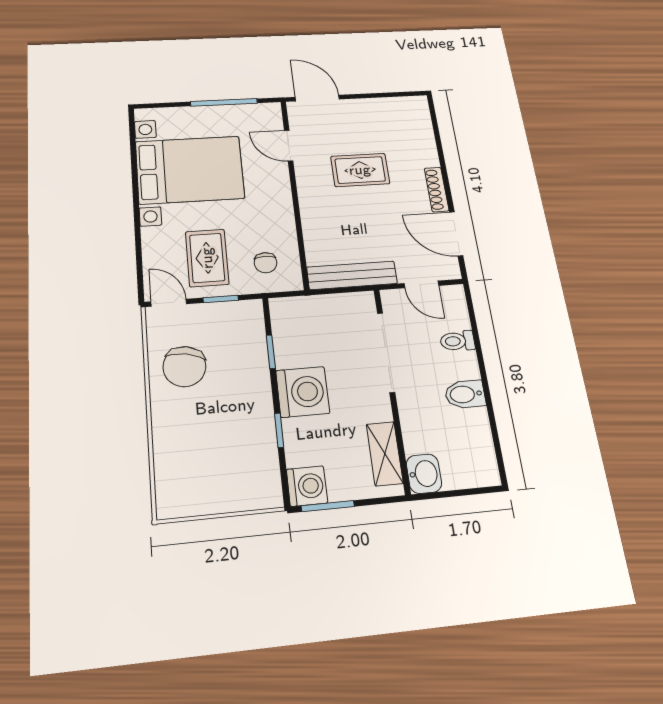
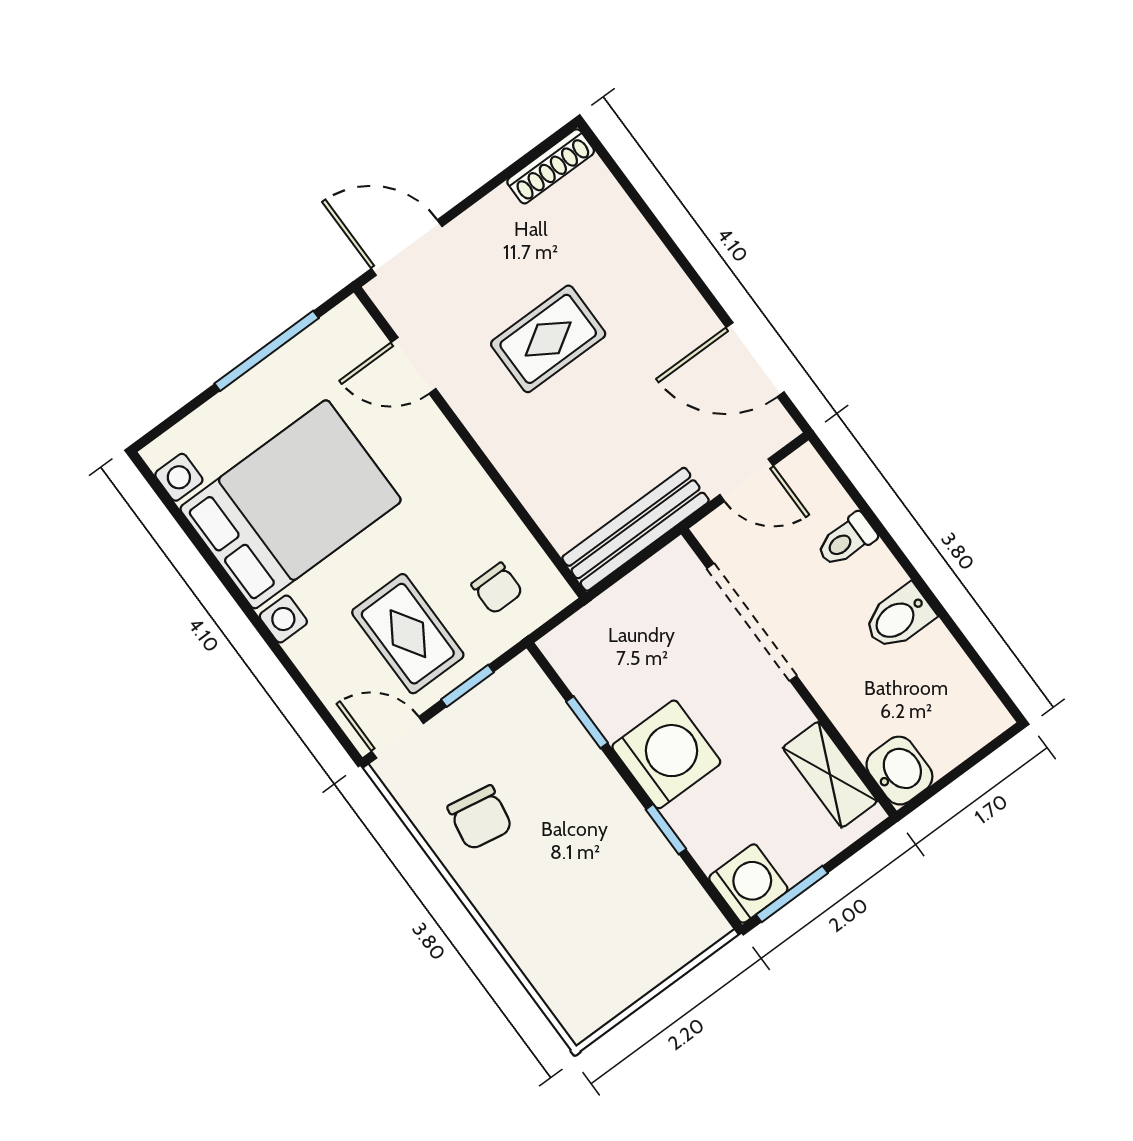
shoe rack: (437, 189) -> (551, 166), moved, turned -90
chair: (184, 367) -> (480, 818), width x0.73, depth x0.73

